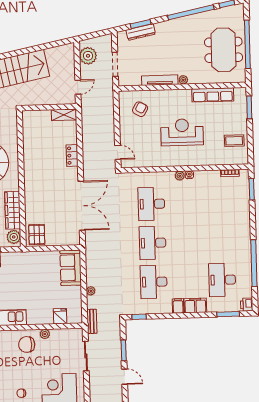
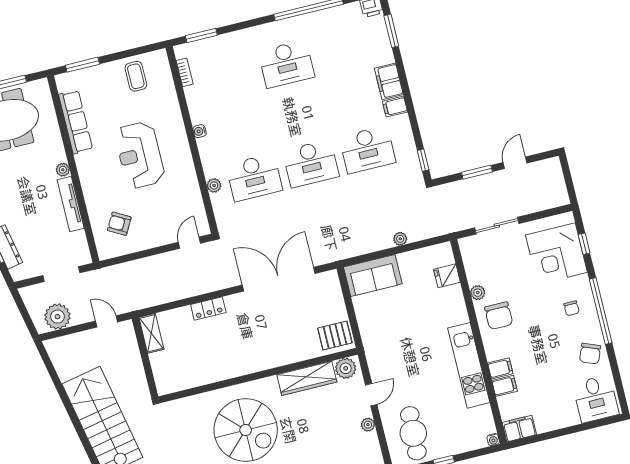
plant: (180, 176) -> (214, 185), moved
desk: (222, 280) -> (286, 64), moved
bench: (92, 321) -> (444, 228), removed

